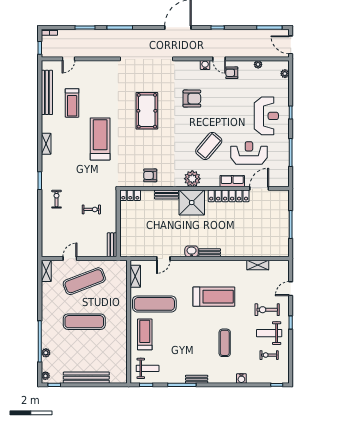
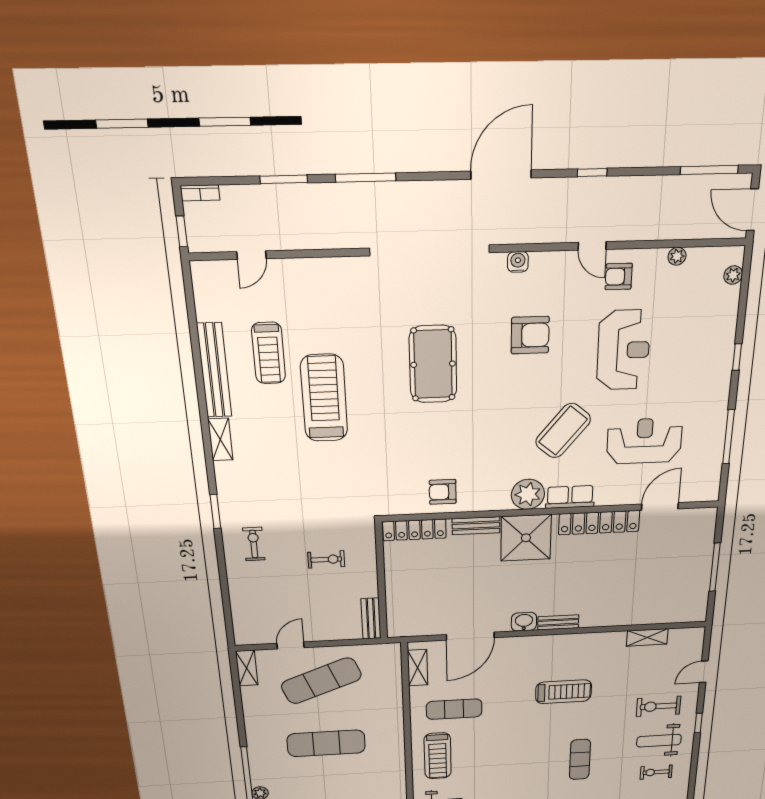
water cooler: (205, 65) -> (518, 262), moved
bench: (47, 92) -> (214, 370), moved
reception desk: (266, 116) -> (623, 350), moved
treadmill: (100, 139) -> (324, 398), moved
row of seats: (232, 181) -> (570, 497), moved
locker: (130, 195) -> (414, 530), width x1.53
door: (163, 258) -> (470, 636), width x1.87
treadmill: (214, 297) -> (564, 692), width x0.73, depth x0.73
exercise mat: (154, 304) -> (454, 709), width x0.73, depth x0.69
treadmill: (145, 334) -> (438, 756), turned 180

